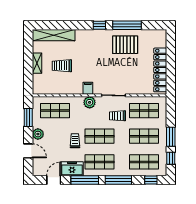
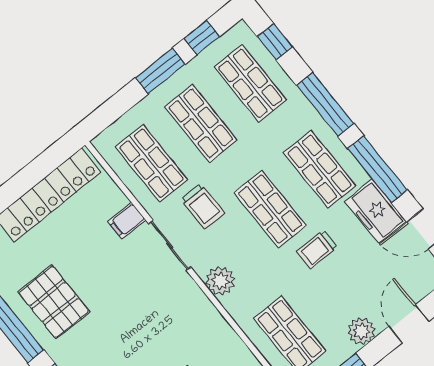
filing cabinet: (88, 88) -> (127, 221), moved

